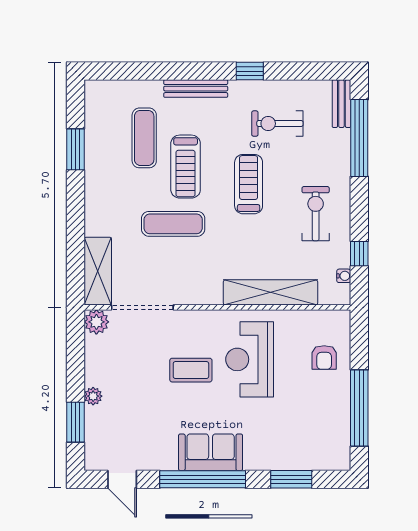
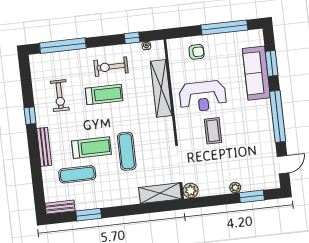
bench: (341, 104) -> (60, 207), moved
treadmill: (249, 184) -> (104, 95), moved, turned 180
sofa: (211, 452) -> (256, 73), moved, width x1.36

